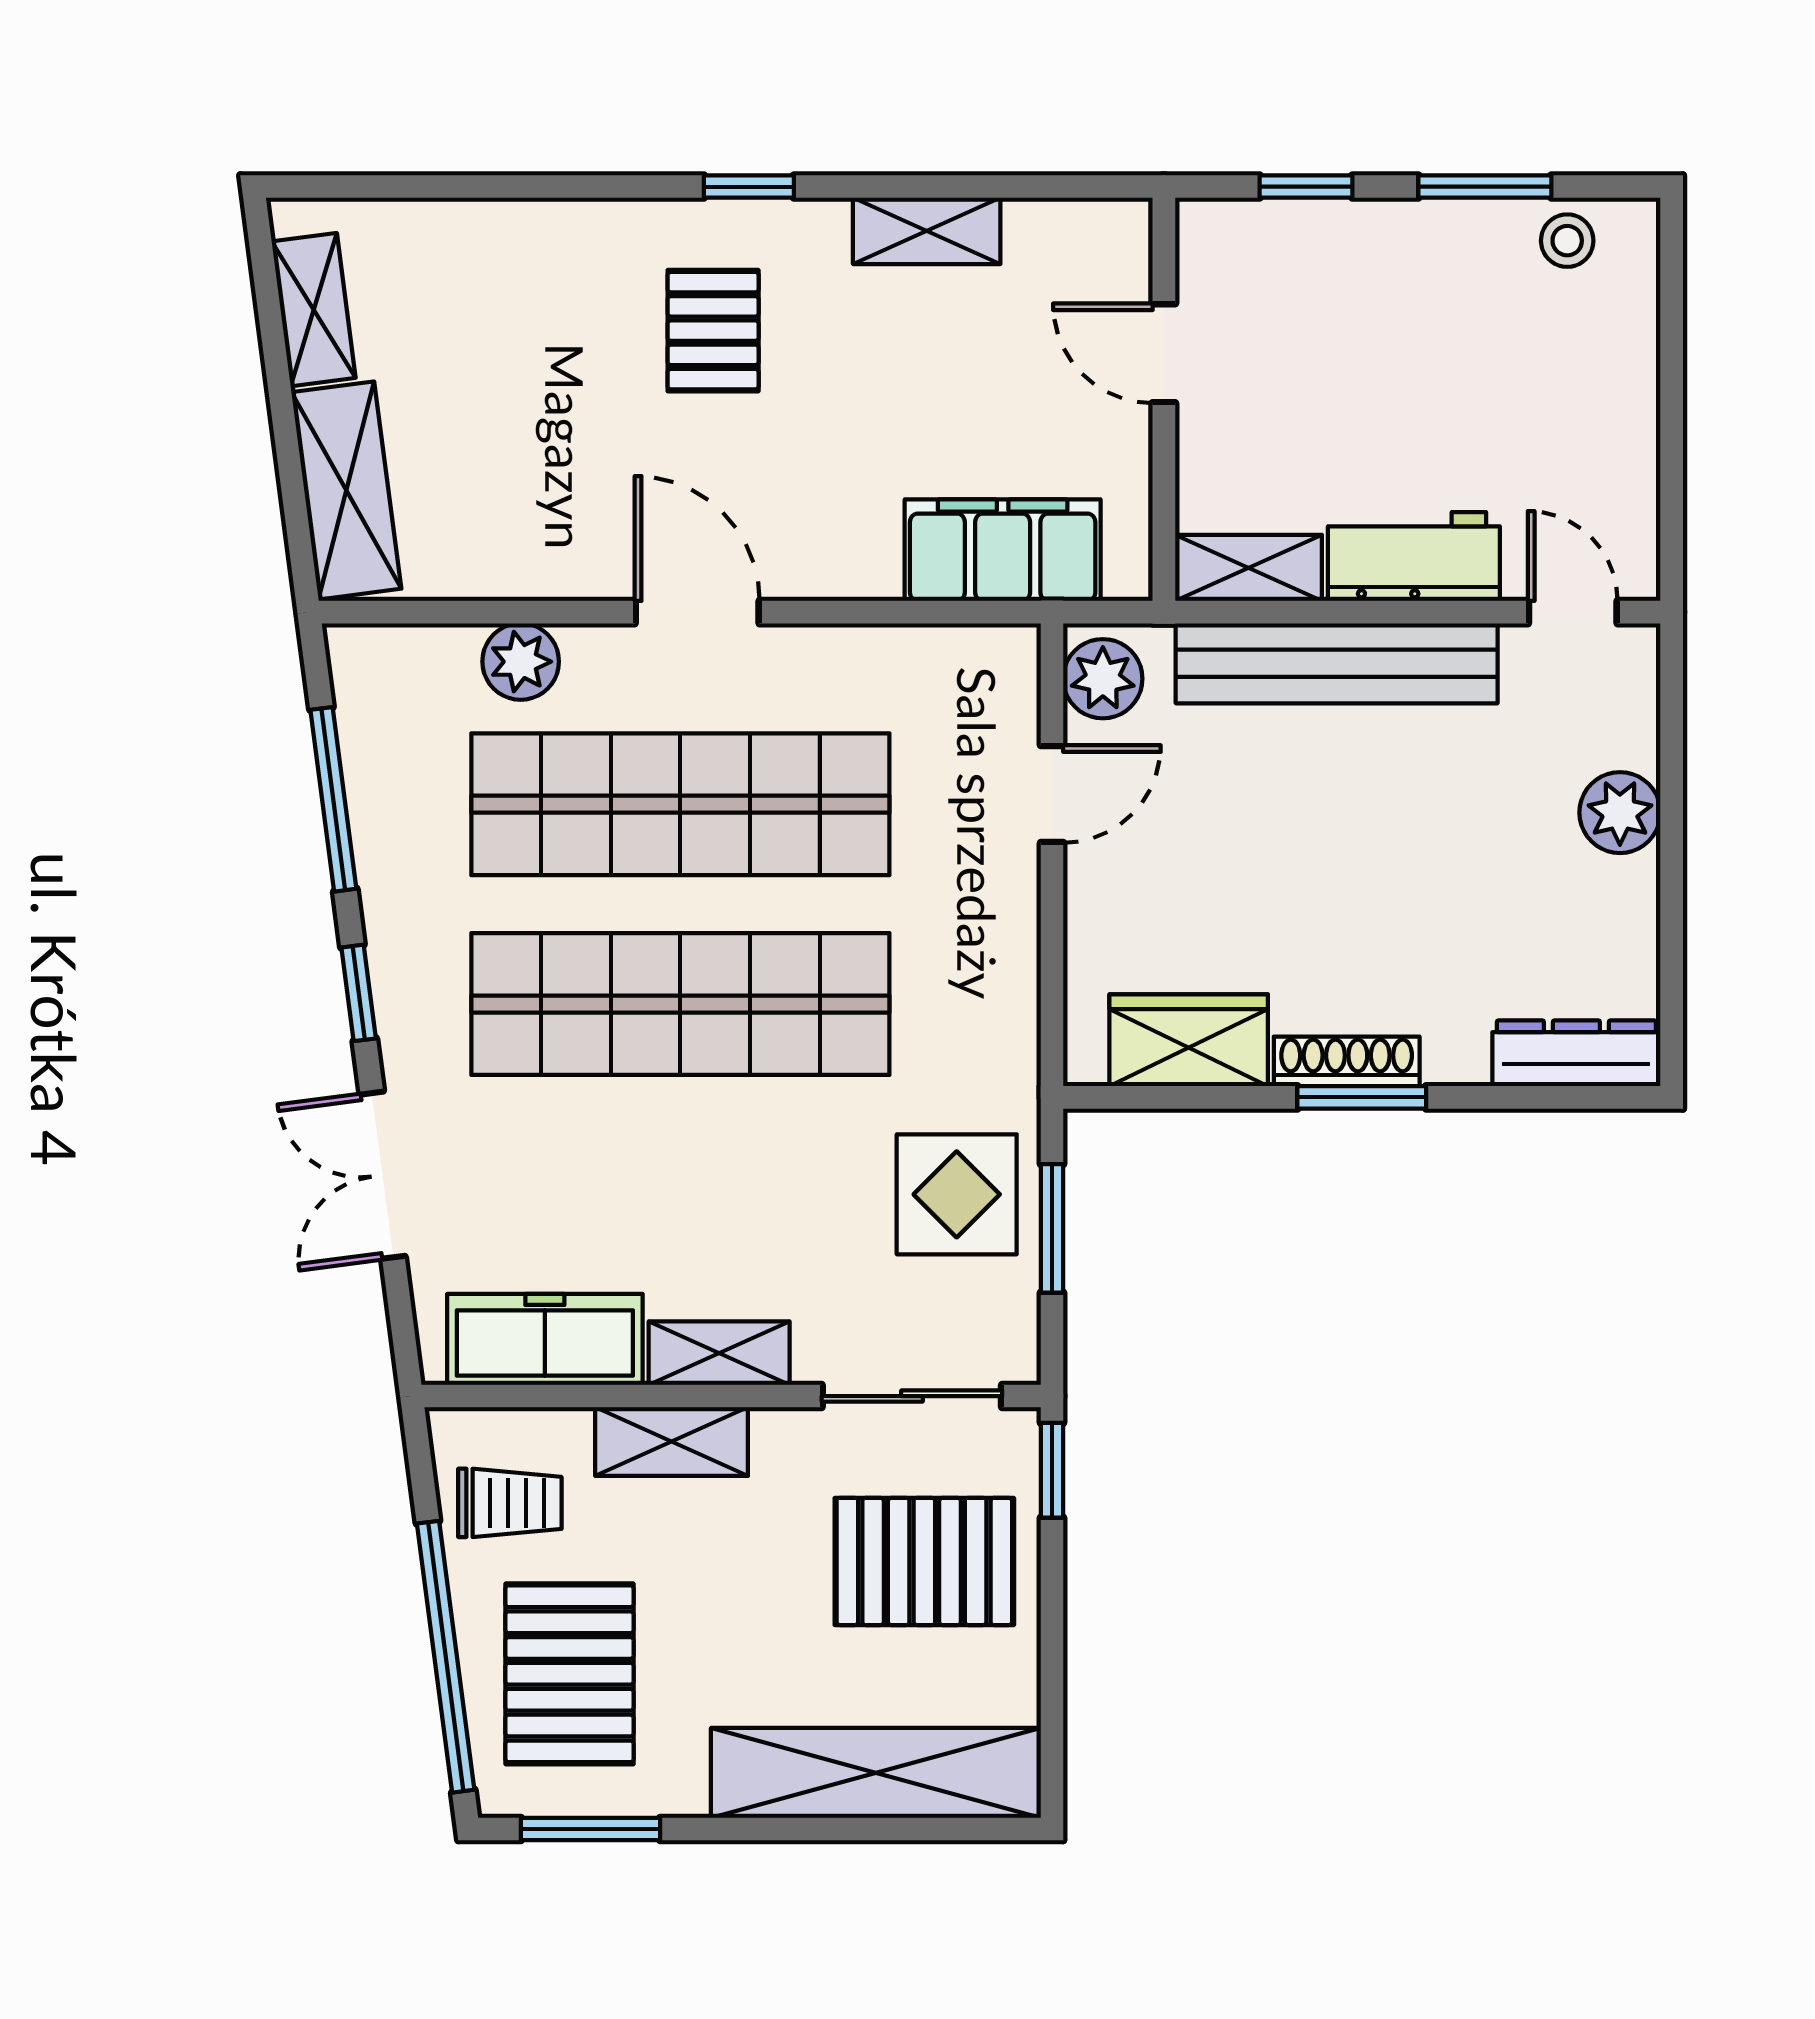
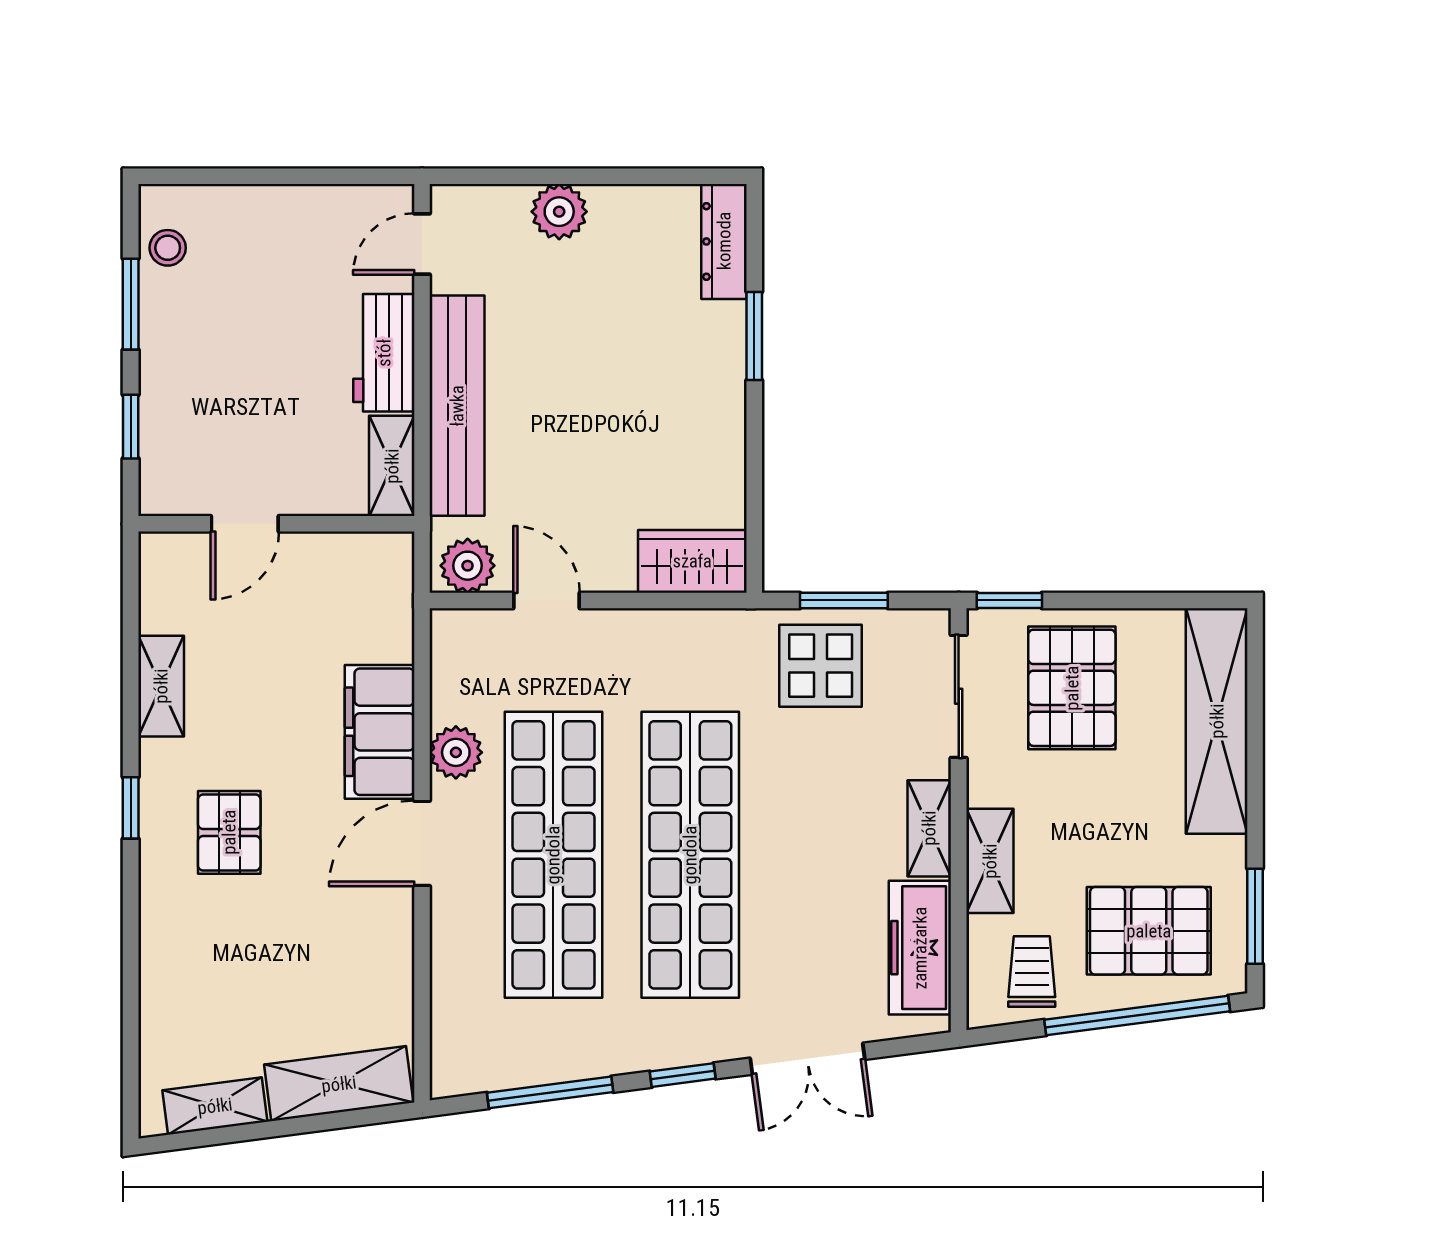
pallet: (713, 331) -> (229, 832), turned 90
filing cabinet: (1003, 550) -> (380, 732), moved
plant: (521, 662) -> (456, 752), moved
wardrobe: (1189, 1040) -> (692, 561), moved, turned 90
shoe rack: (1347, 1061) -> (730, 399), removed
window: (1362, 1097) -> (754, 336), moved

